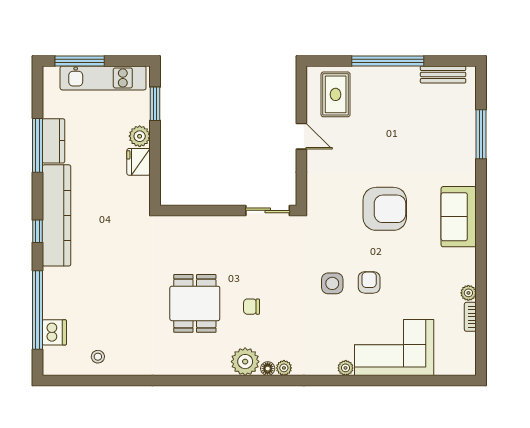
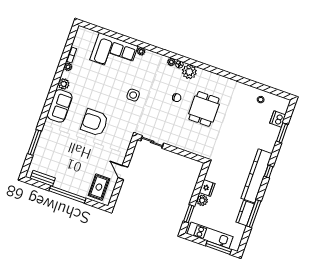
plant: (465, 259) -> (64, 84), added
armchair: (369, 282) -> (115, 89), removed
window: (37, 310) -> (282, 133), width x0.47

